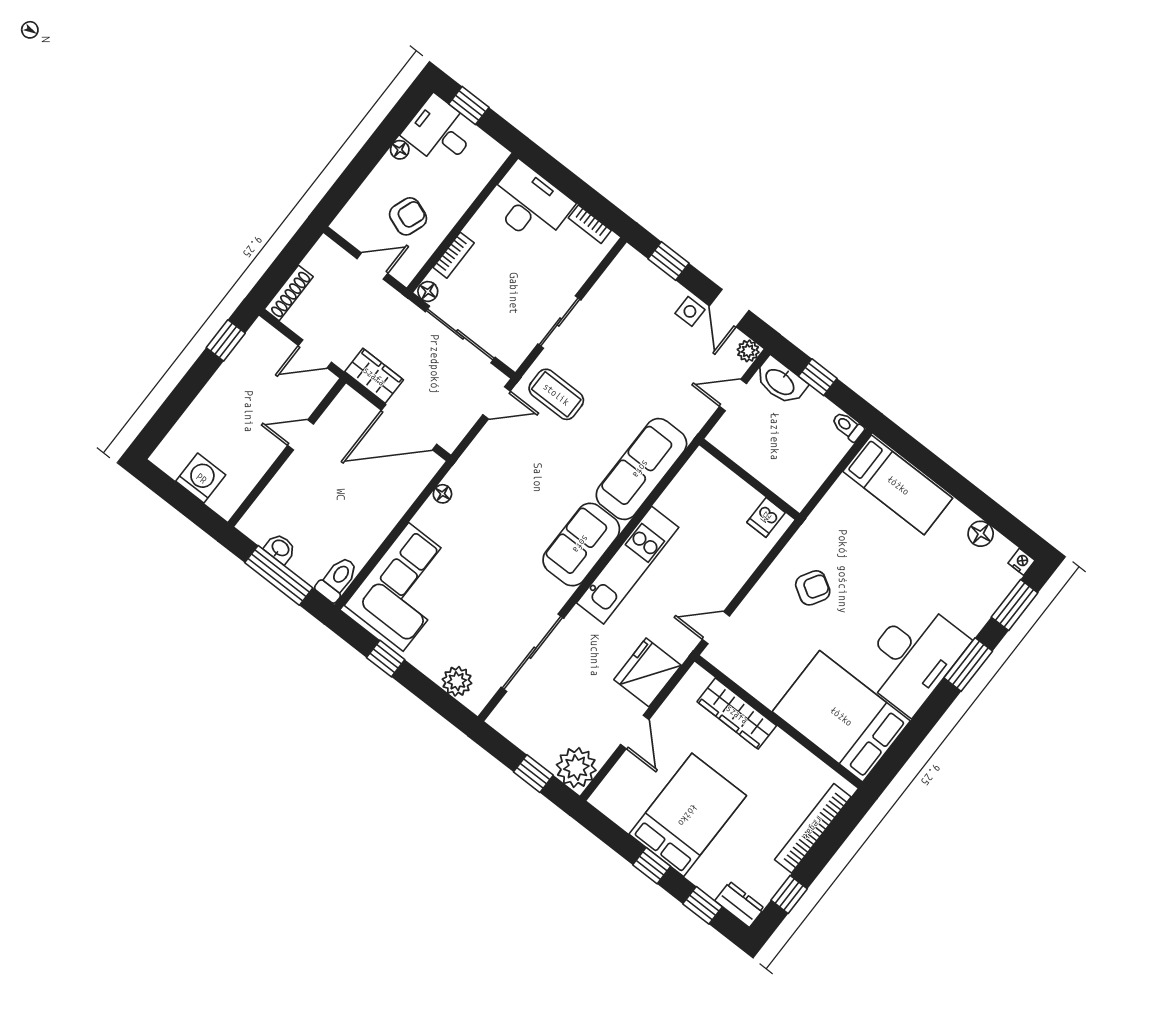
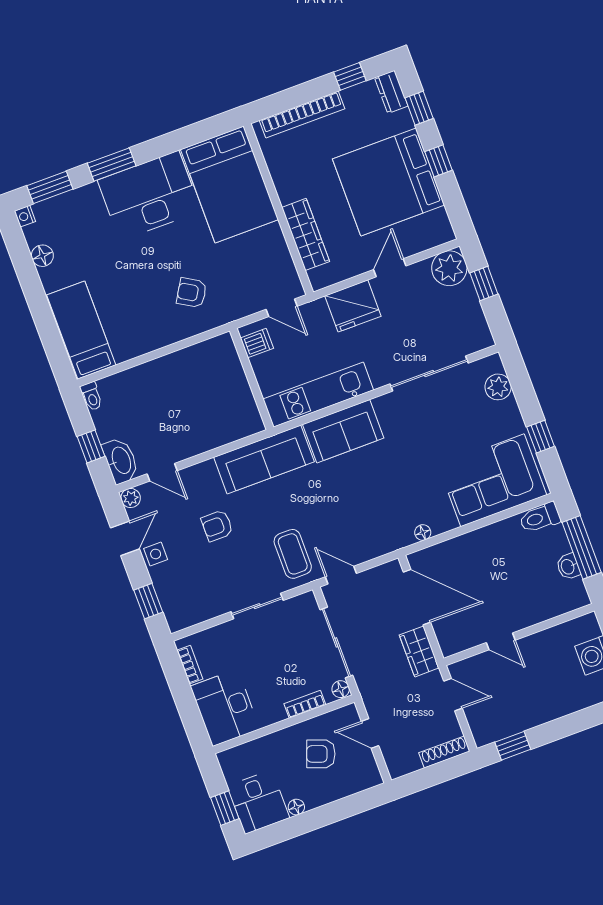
armchair: (647, 376) -> (217, 526), added
wall: (749, 479) -> (252, 379), moved
dishwasher: (766, 517) -> (257, 343), moved
bed: (688, 815) -> (388, 182), width x1.36

